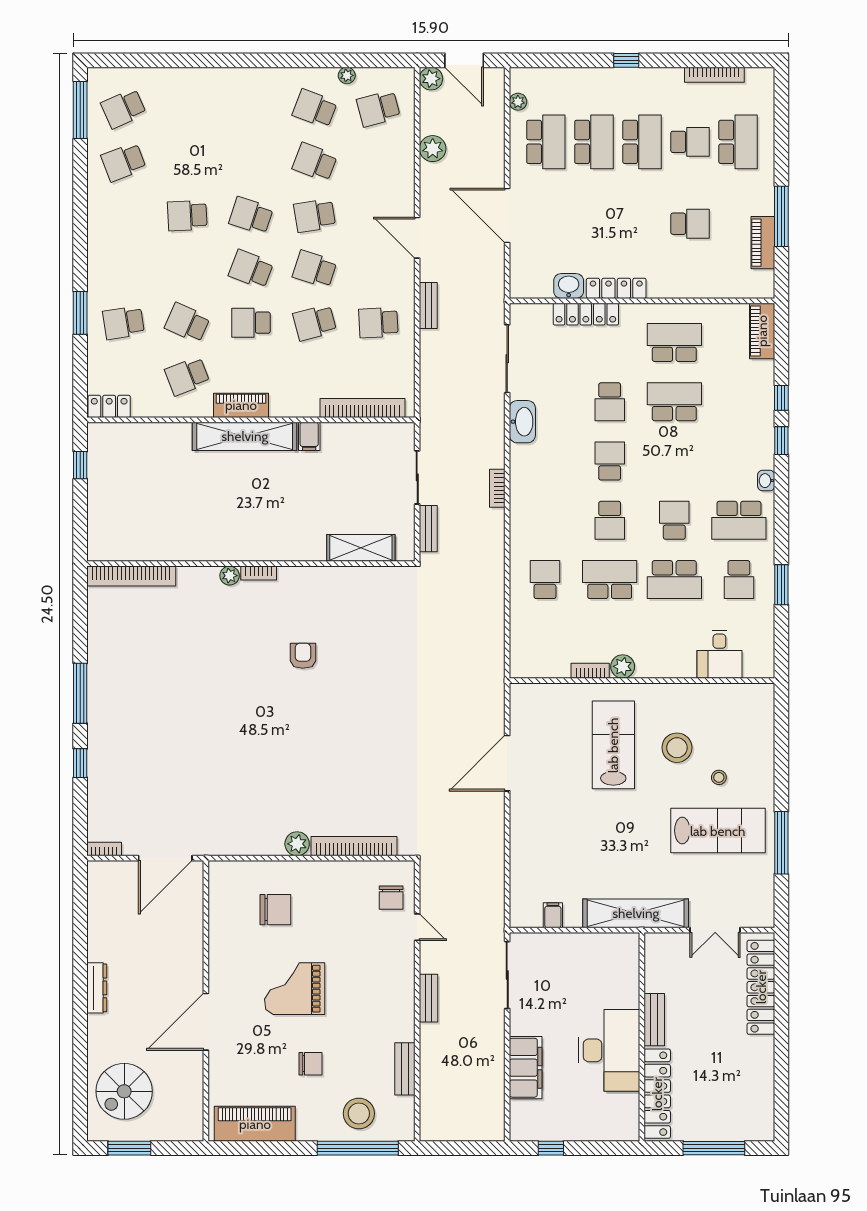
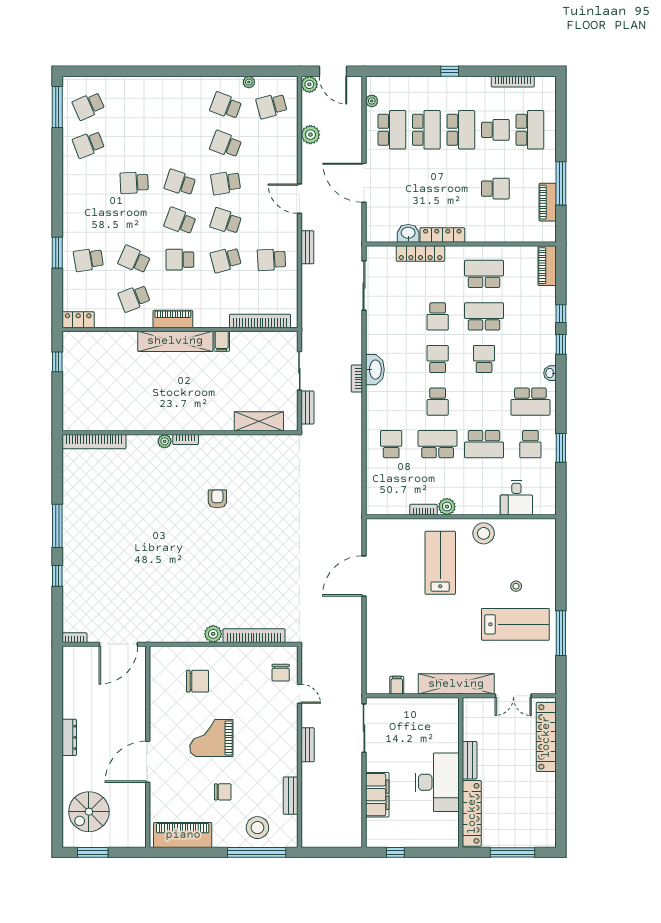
washbasin: (522, 422) -> (375, 370), moved
school desk: (674, 520) -> (484, 359), moved
stool: (677, 748) -> (484, 533), moved

